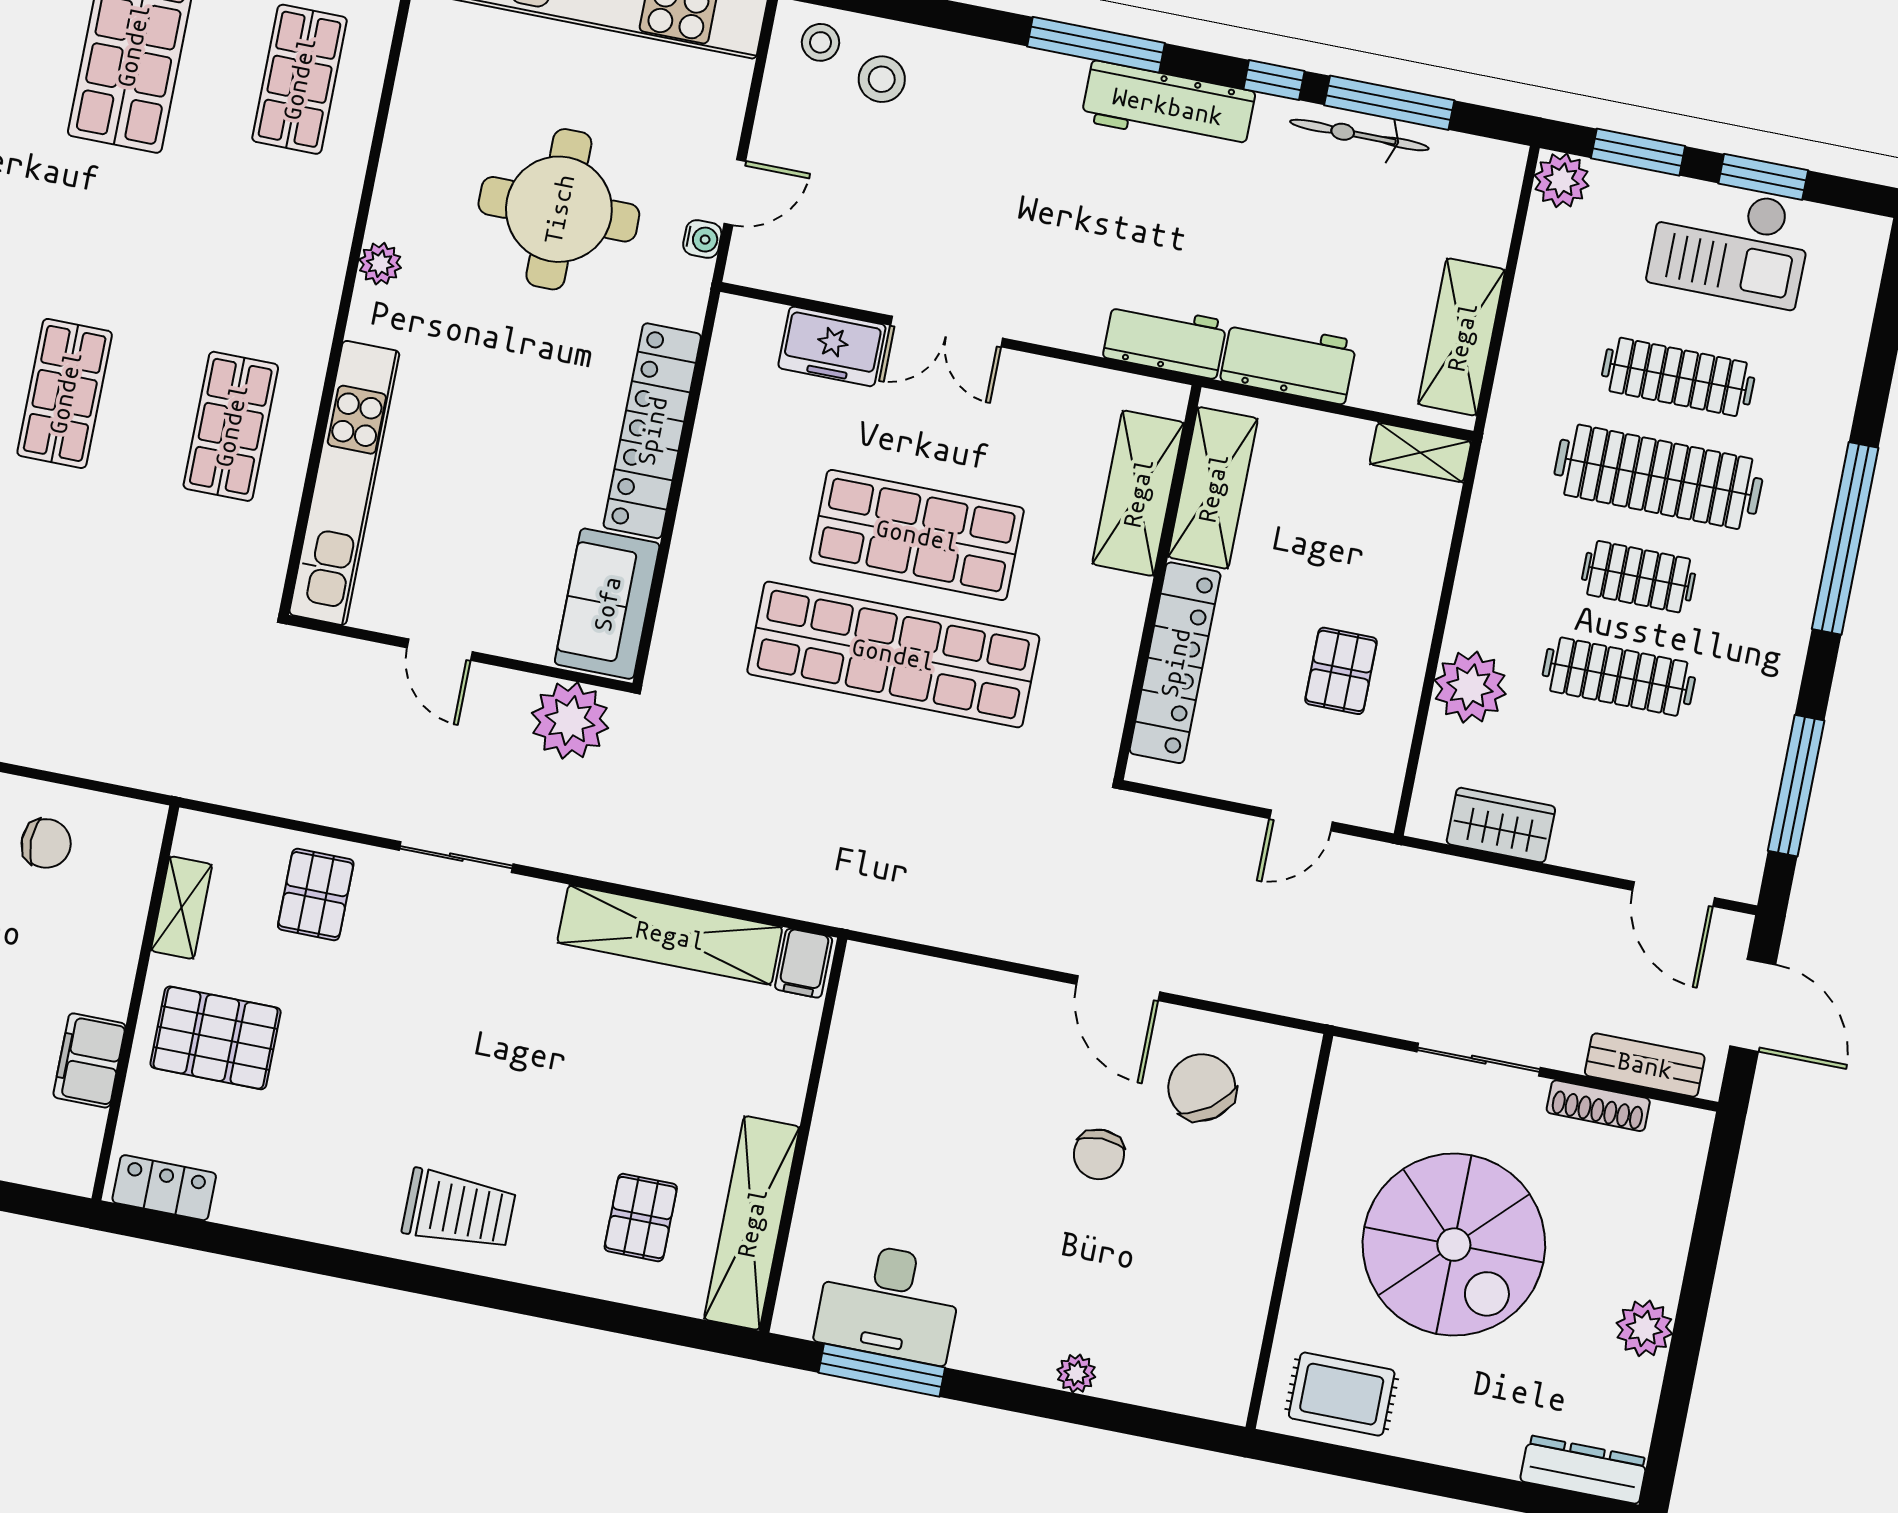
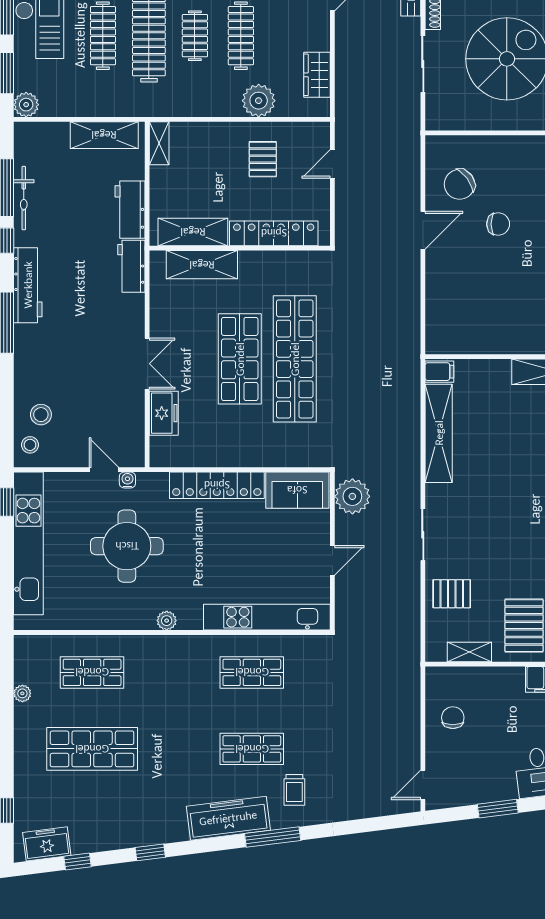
pallet: (1341, 671) -> (263, 159), turned 90
door: (1301, 820) -> (332, 164), swing flipped

